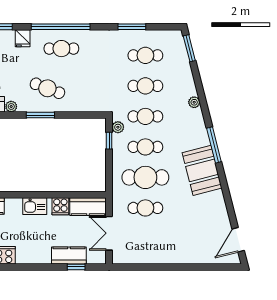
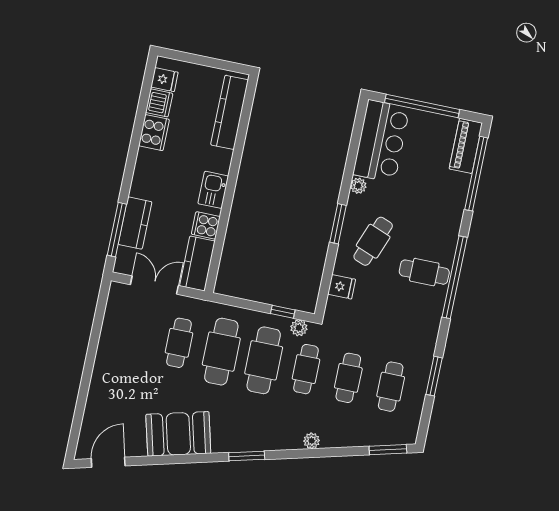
fridge: (23, 38) -> (342, 287), moved, turned 180
cafe table: (61, 49) -> (424, 272), turned 90
window: (214, 145) -> (247, 456), width x0.69
cafe table: (145, 147) -> (264, 360), width x1.37, depth x1.35
booth: (202, 170) -> (178, 434), moved
door: (238, 240) -> (108, 462), hinge flipped
window: (76, 267) -> (117, 230), width x2.17

